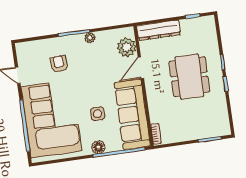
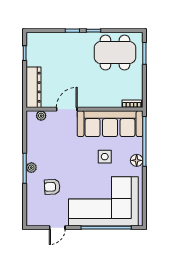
plant: (90, 38) -> (31, 168), moved
plant: (127, 47) -> (41, 116), width x0.53, depth x0.53
door: (141, 68) -> (67, 109), swing flipped
dining table: (189, 77) -> (115, 53), moved

